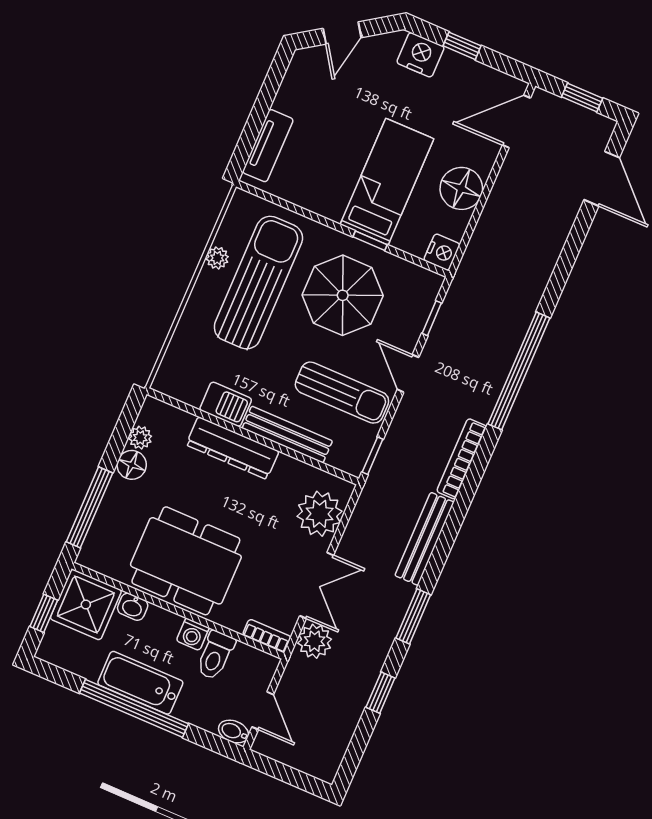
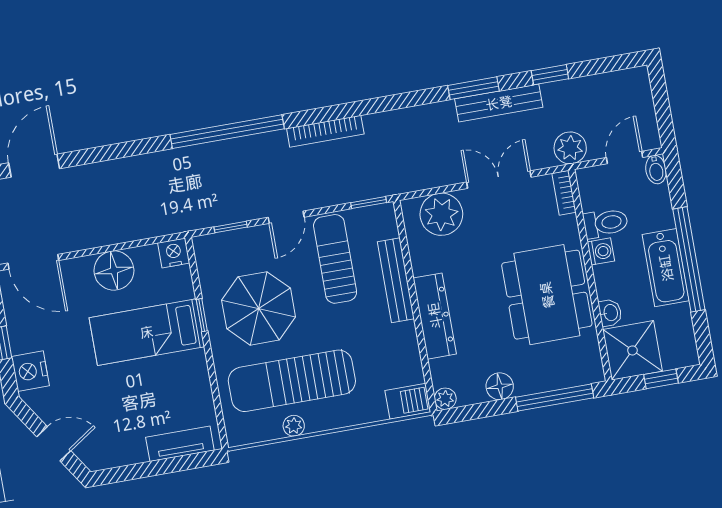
barbecue: (226, 404) -> (408, 401), moved, turned 90
plant: (140, 438) -> (445, 399), moved
bench: (425, 539) -> (499, 103), moved
plant: (315, 641) -> (570, 148), moved

